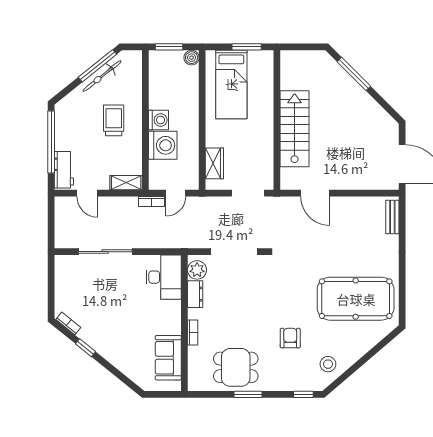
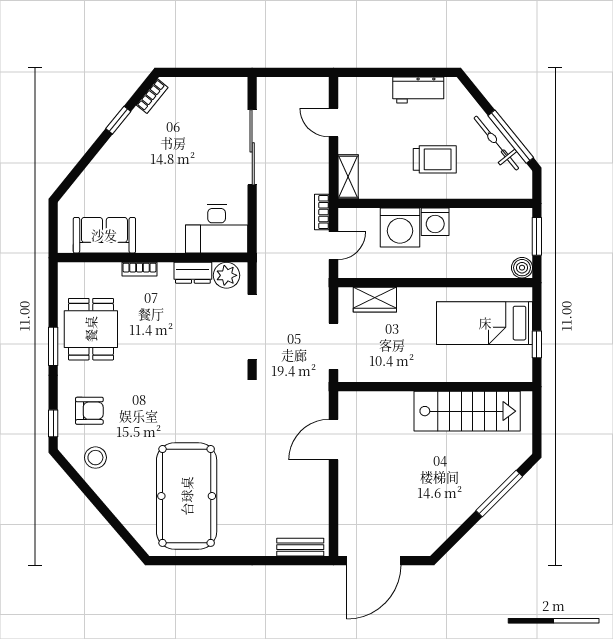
window: (247, 47) -> (537, 344), width x0.67
stairs: (295, 129) -> (467, 411), moved
window: (51, 142) -> (405, 72), removed
workbench: (64, 170) -> (418, 90), moved
door: (87, 193) -> (333, 123), hinge flipped
door: (176, 193) -> (333, 246), swing flipped
armchair: (290, 338) -> (89, 411), moved

